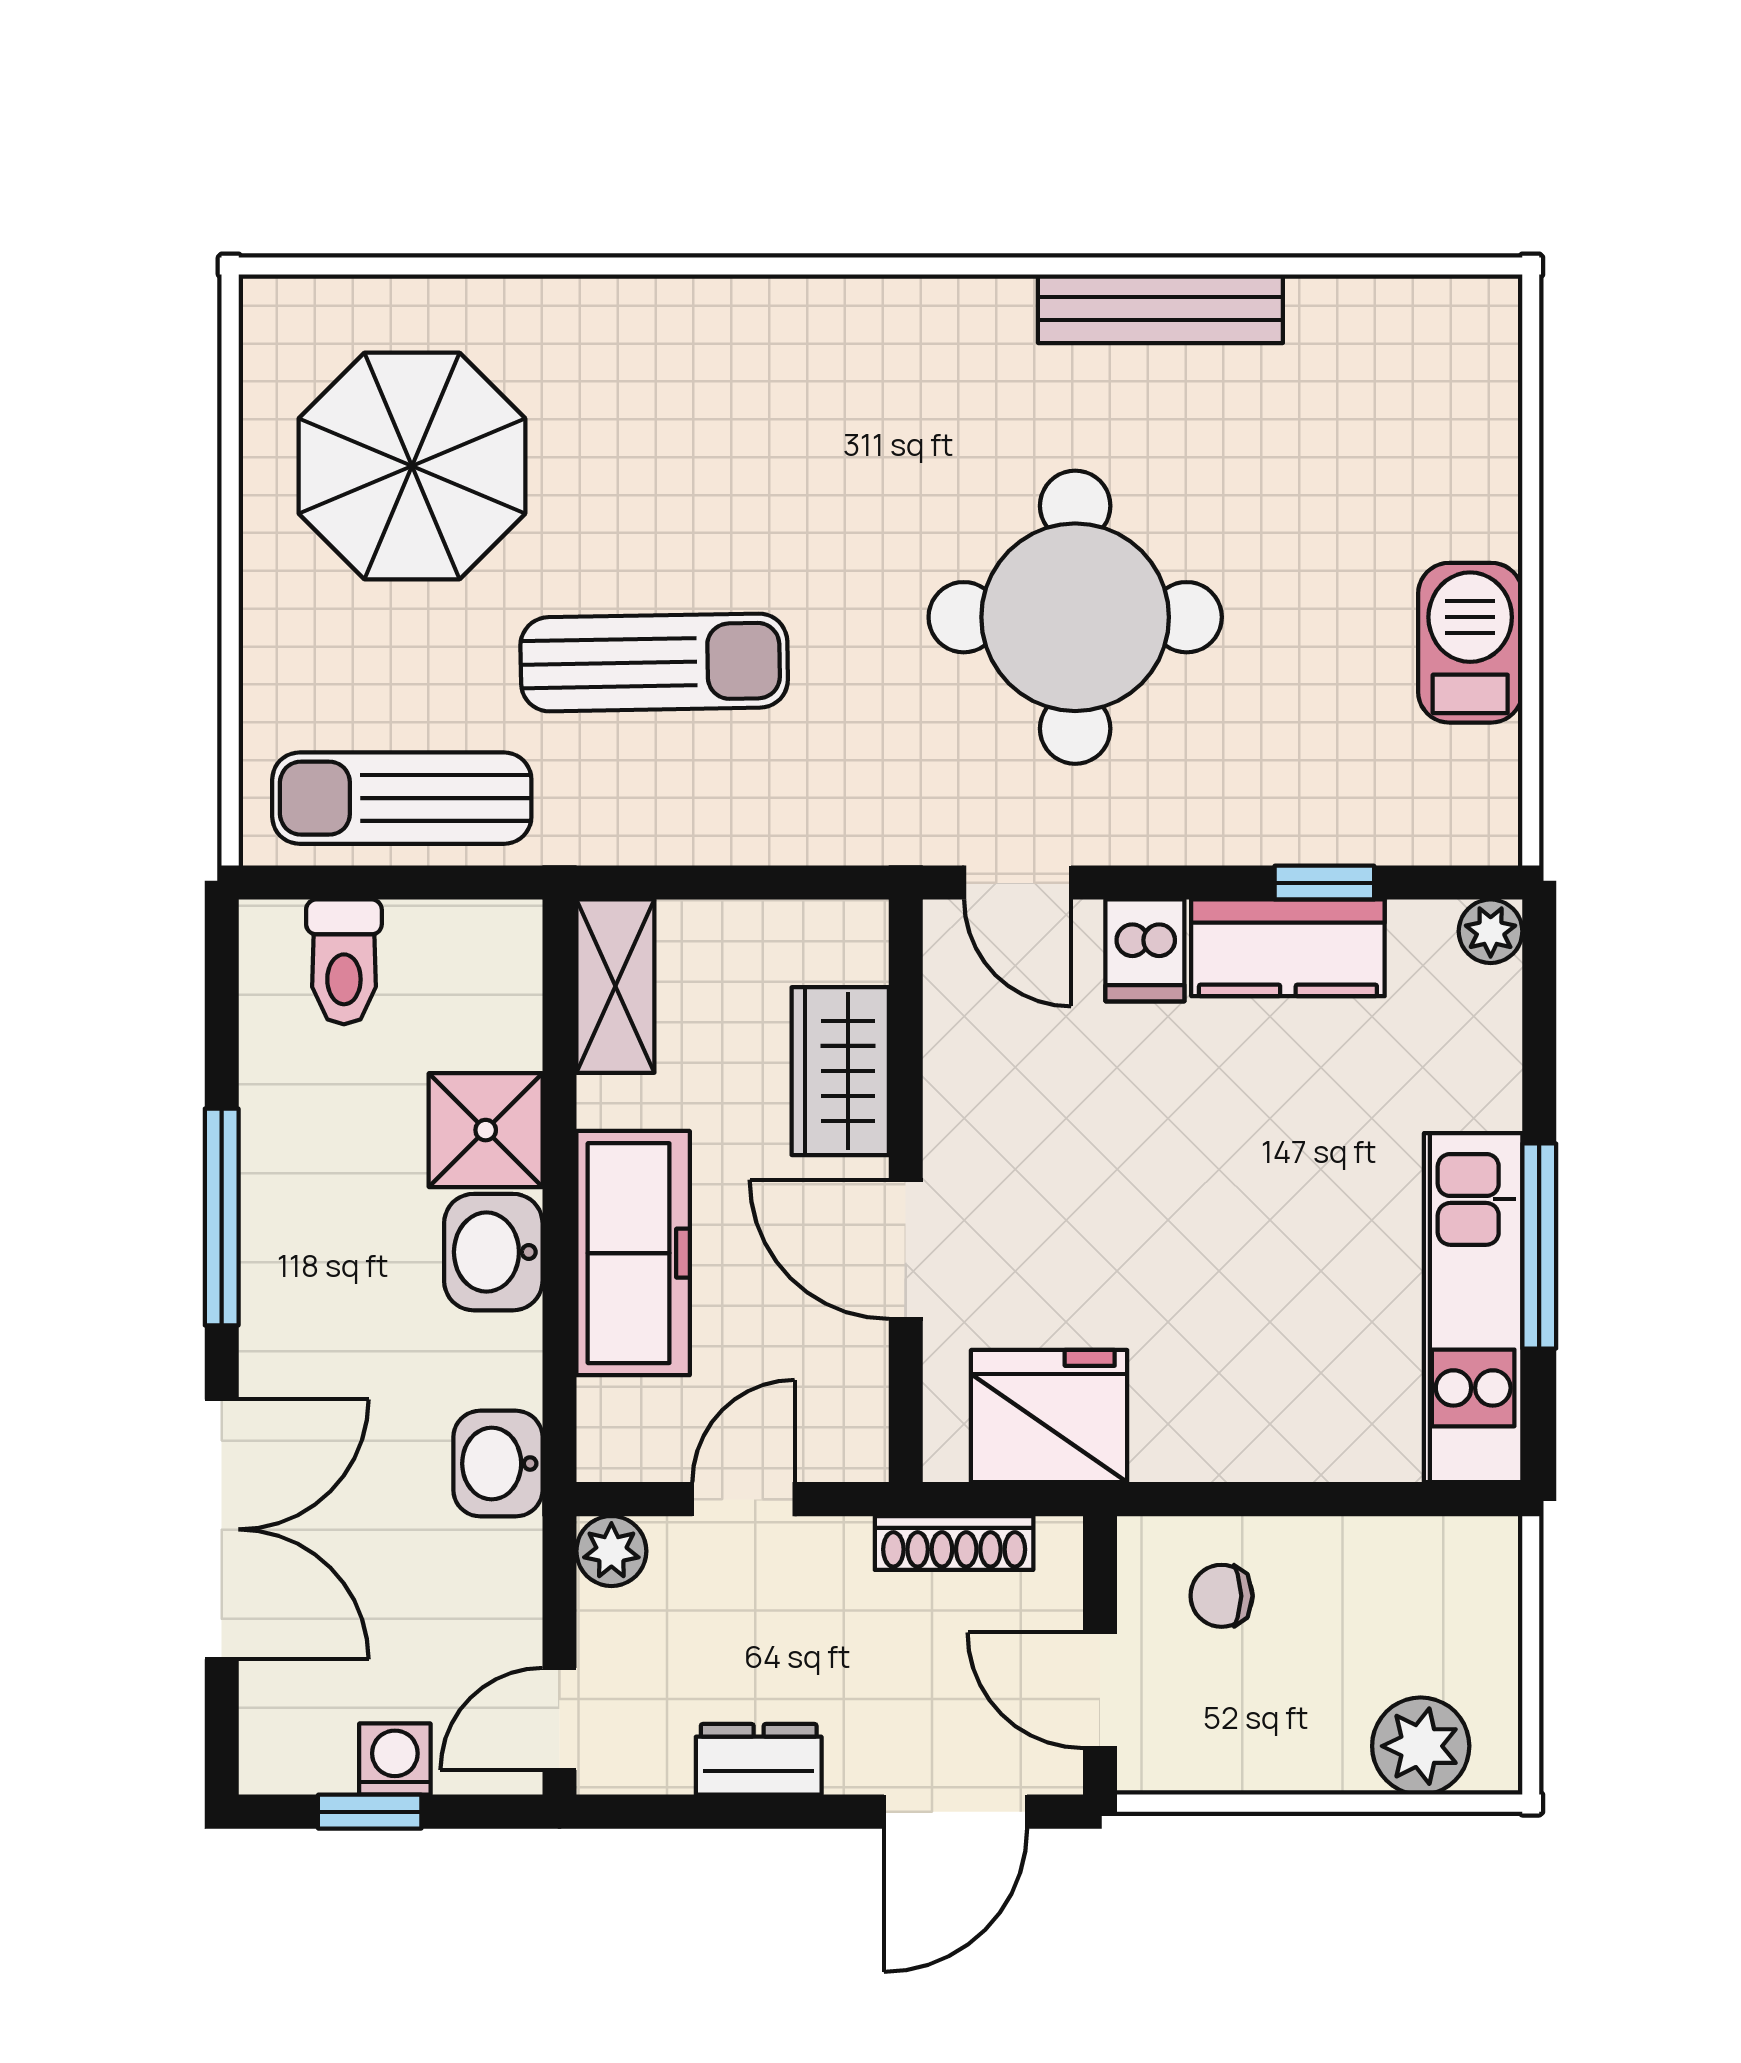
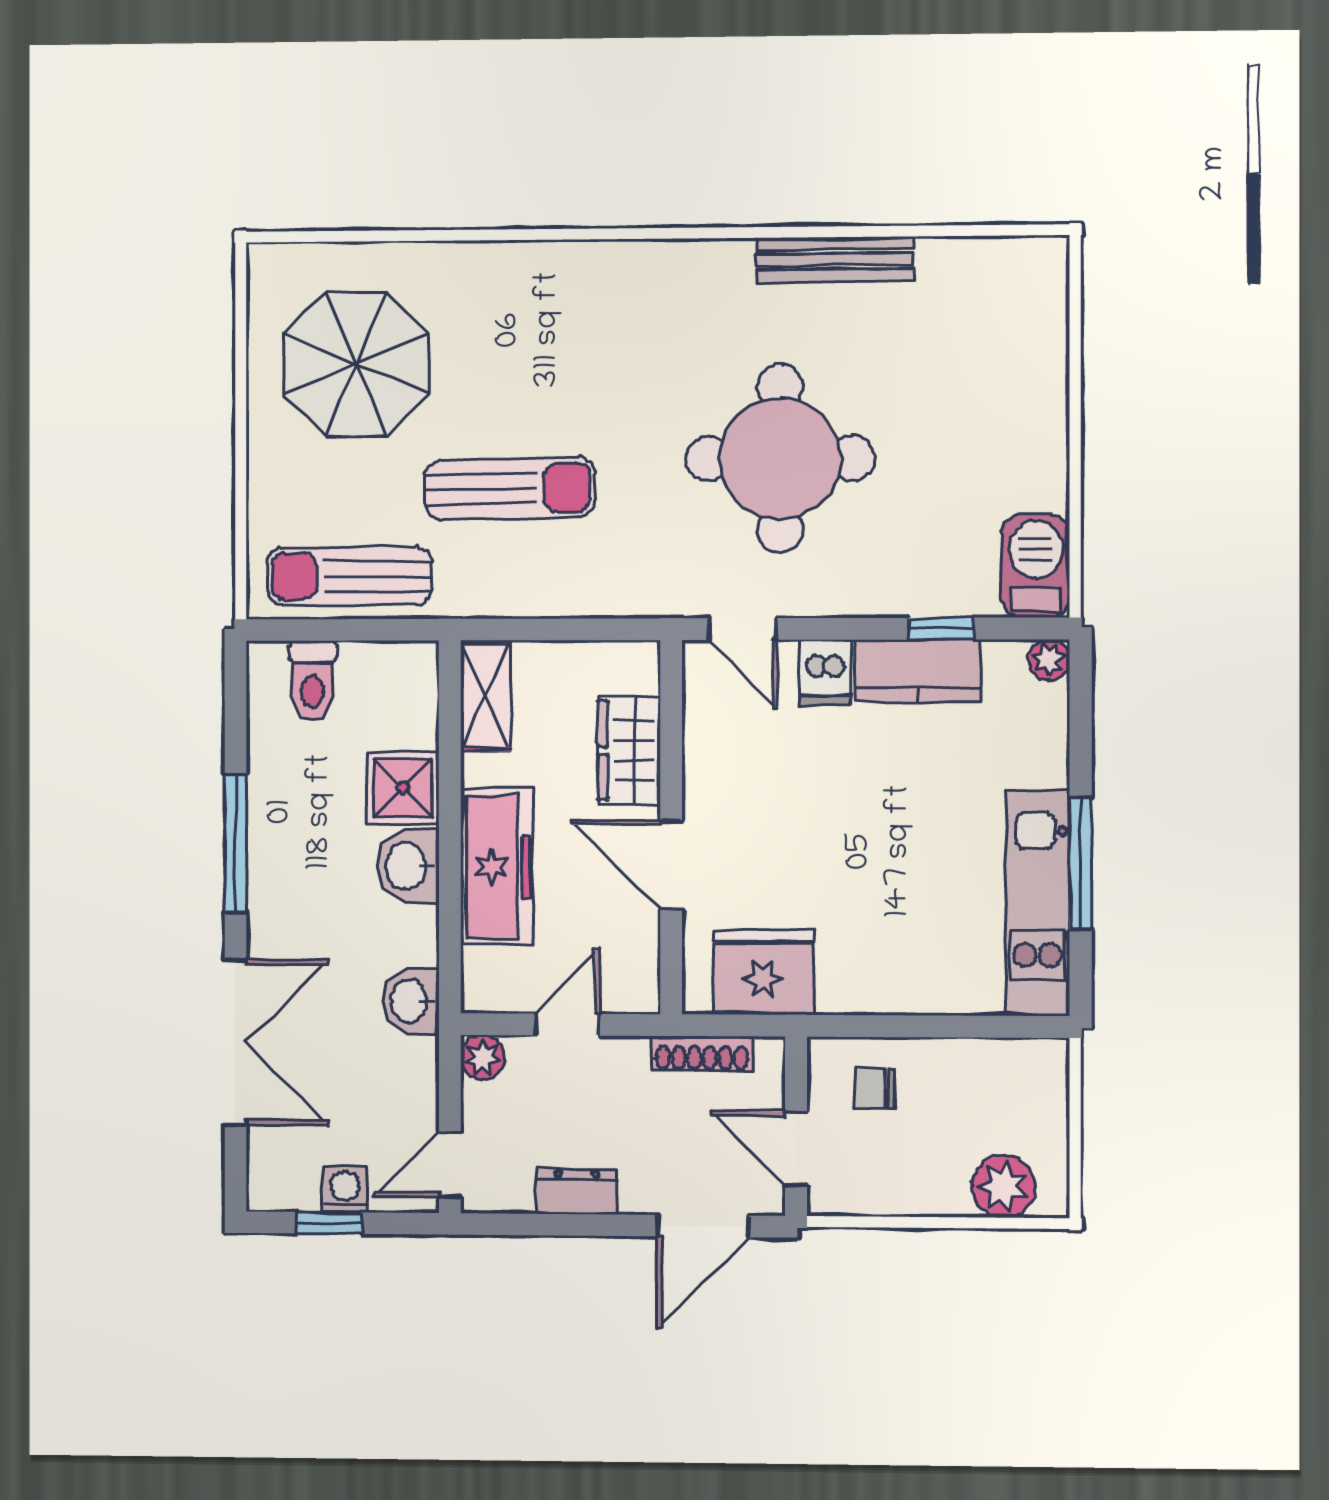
barbecue: (1470, 643) -> (1036, 566), moved

